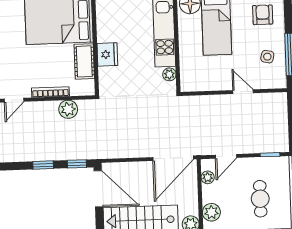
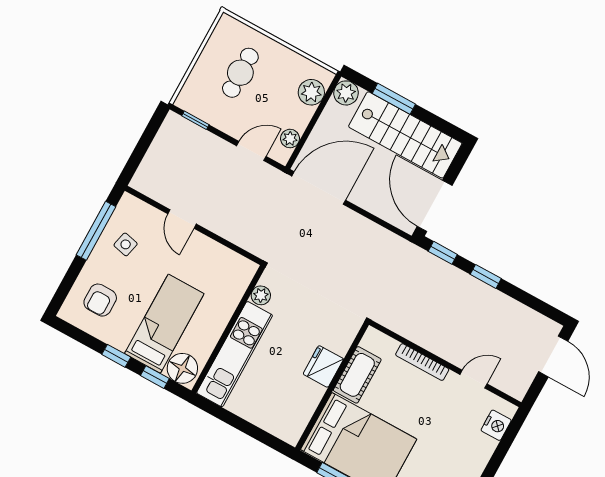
plant: (68, 109) -> (413, 327), removed

